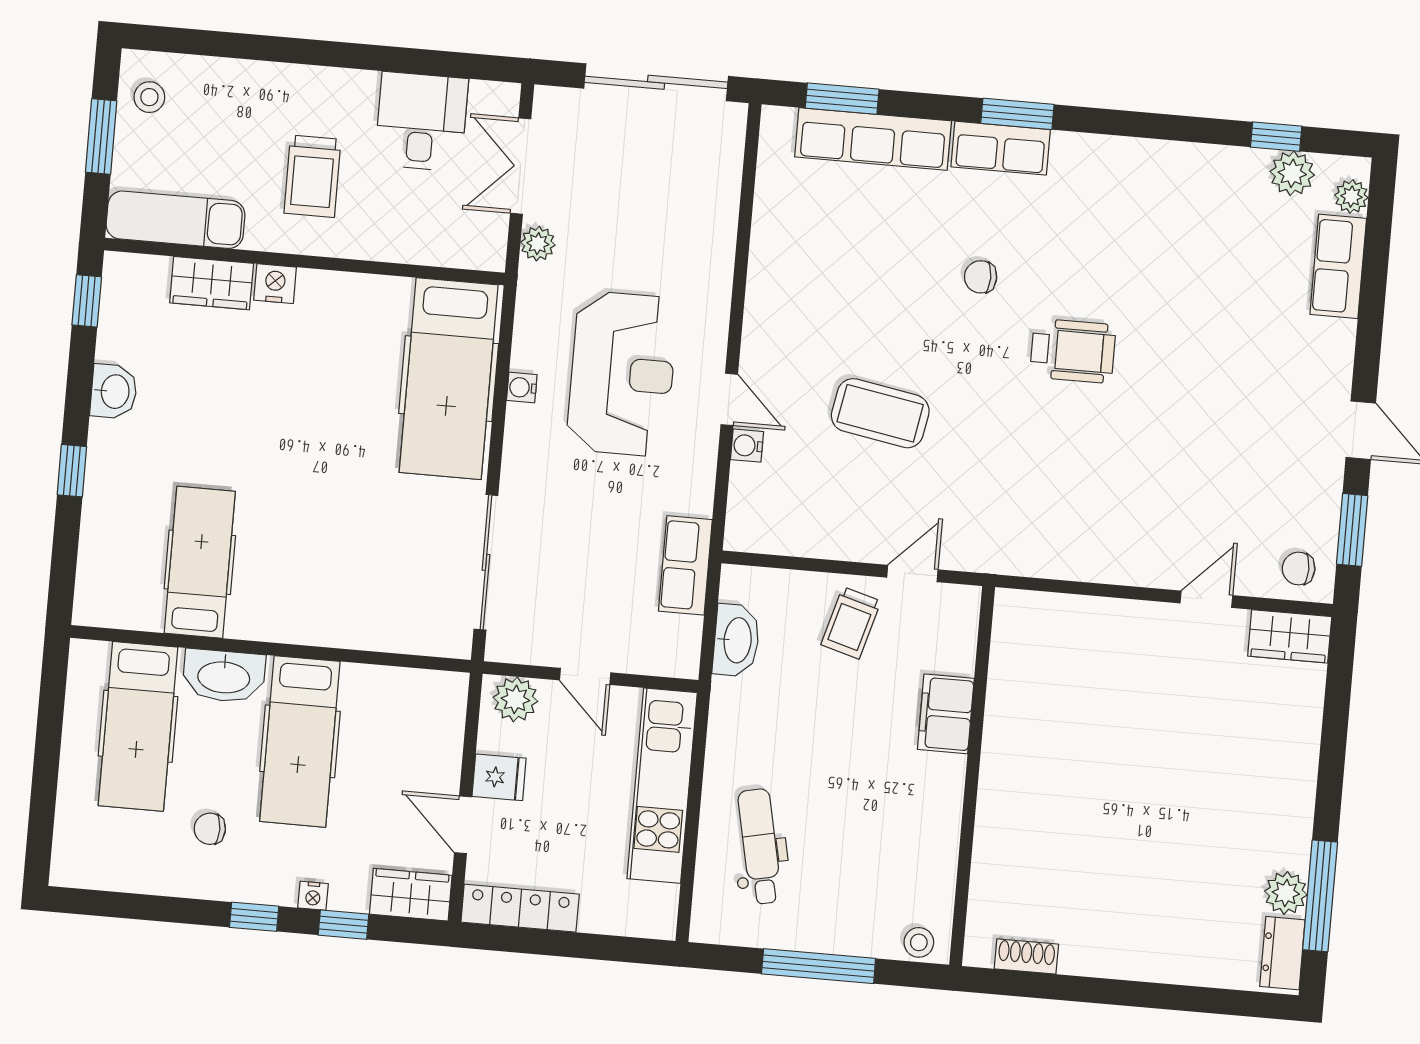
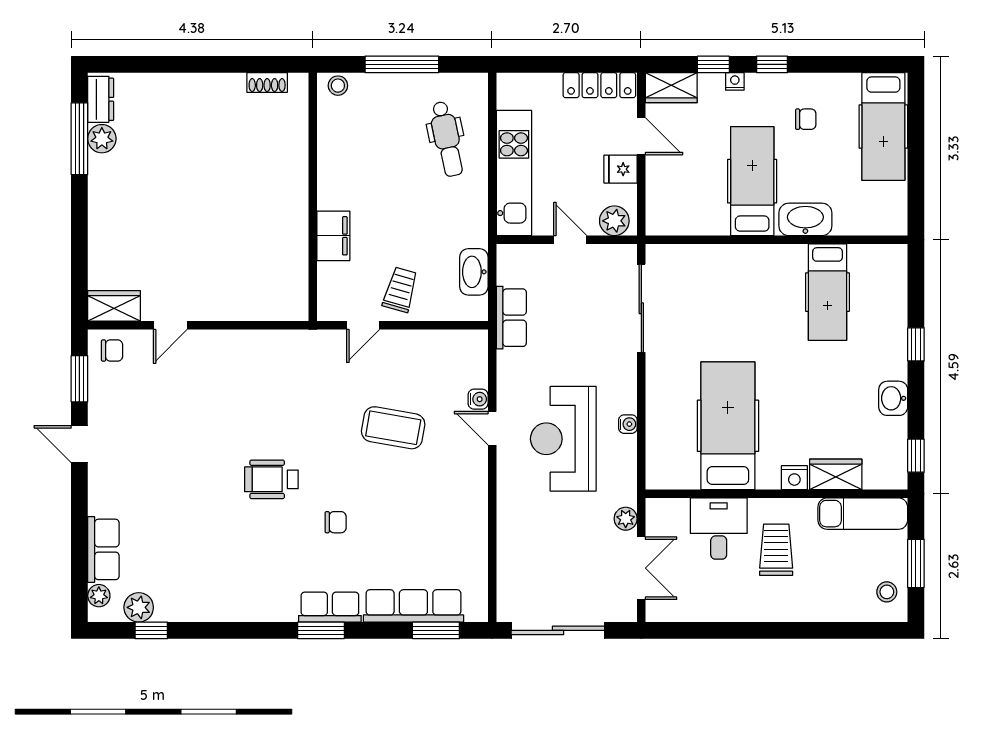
desk: (421, 122) -> (719, 529), moved, turned 180
hospital bed: (449, 379) -> (728, 426), moved
hospital bed: (138, 726) -> (883, 127), moved, turned 180

